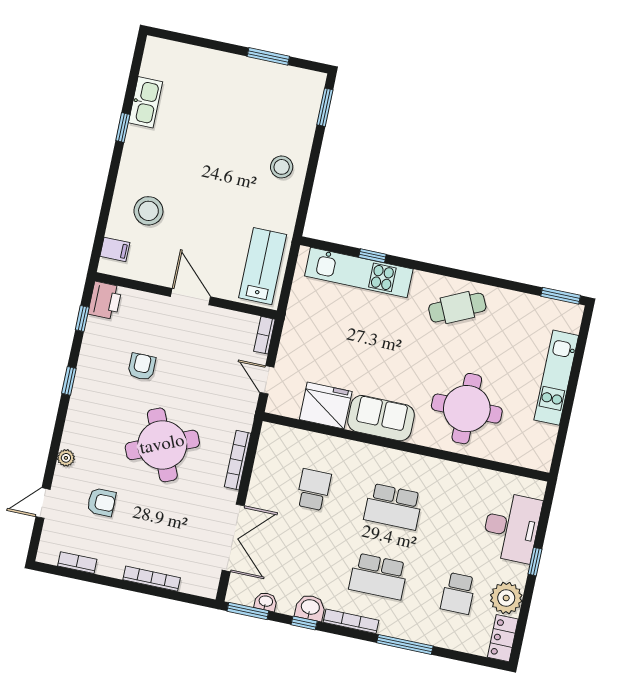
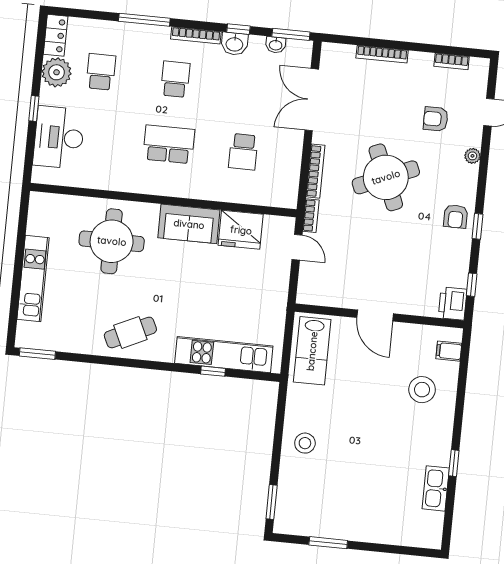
bookcase: (264, 335) -> (311, 216), moved
armchair: (142, 367) -> (456, 216), moved
school desk: (378, 576) -> (175, 79), width x0.54

